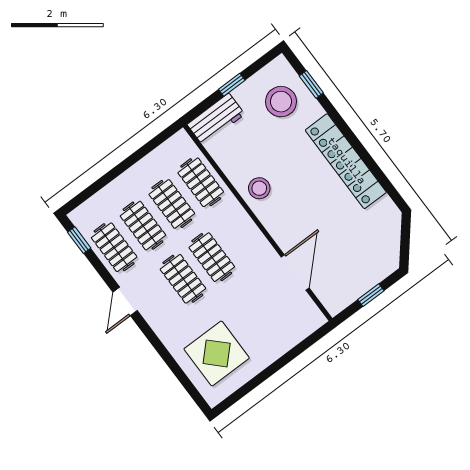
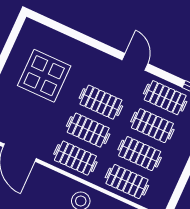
clothes rail: (241, 235) -> (75, 158), added
display table: (217, 353) -> (44, 76), moved

